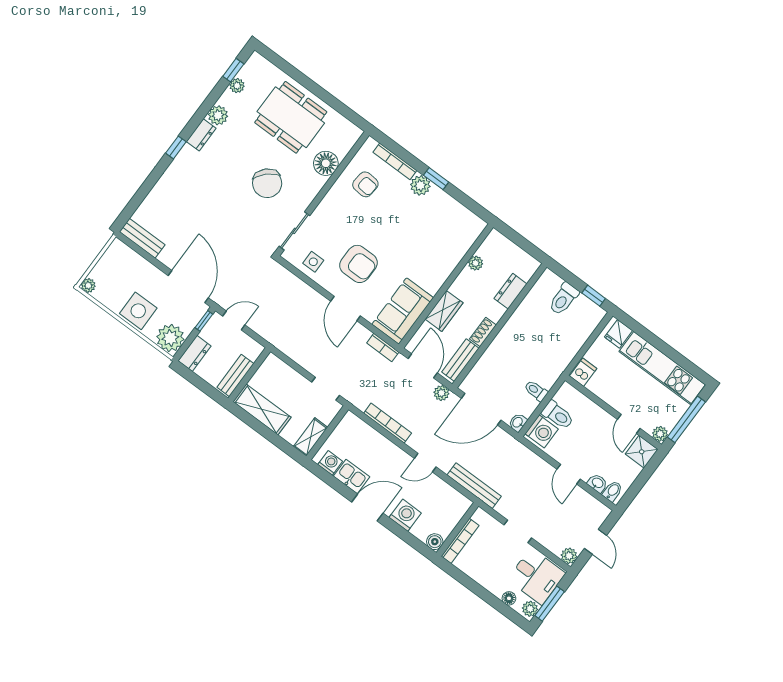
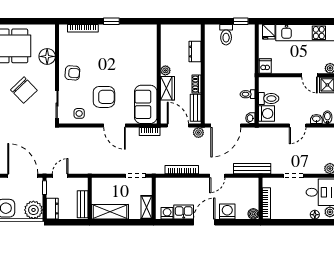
armchair: (365, 184) -> (72, 73), moved
plant: (420, 185) -> (106, 31), removed
plant: (476, 263) -> (165, 70), moved
door: (569, 474) -> (298, 126), hinge flipped

